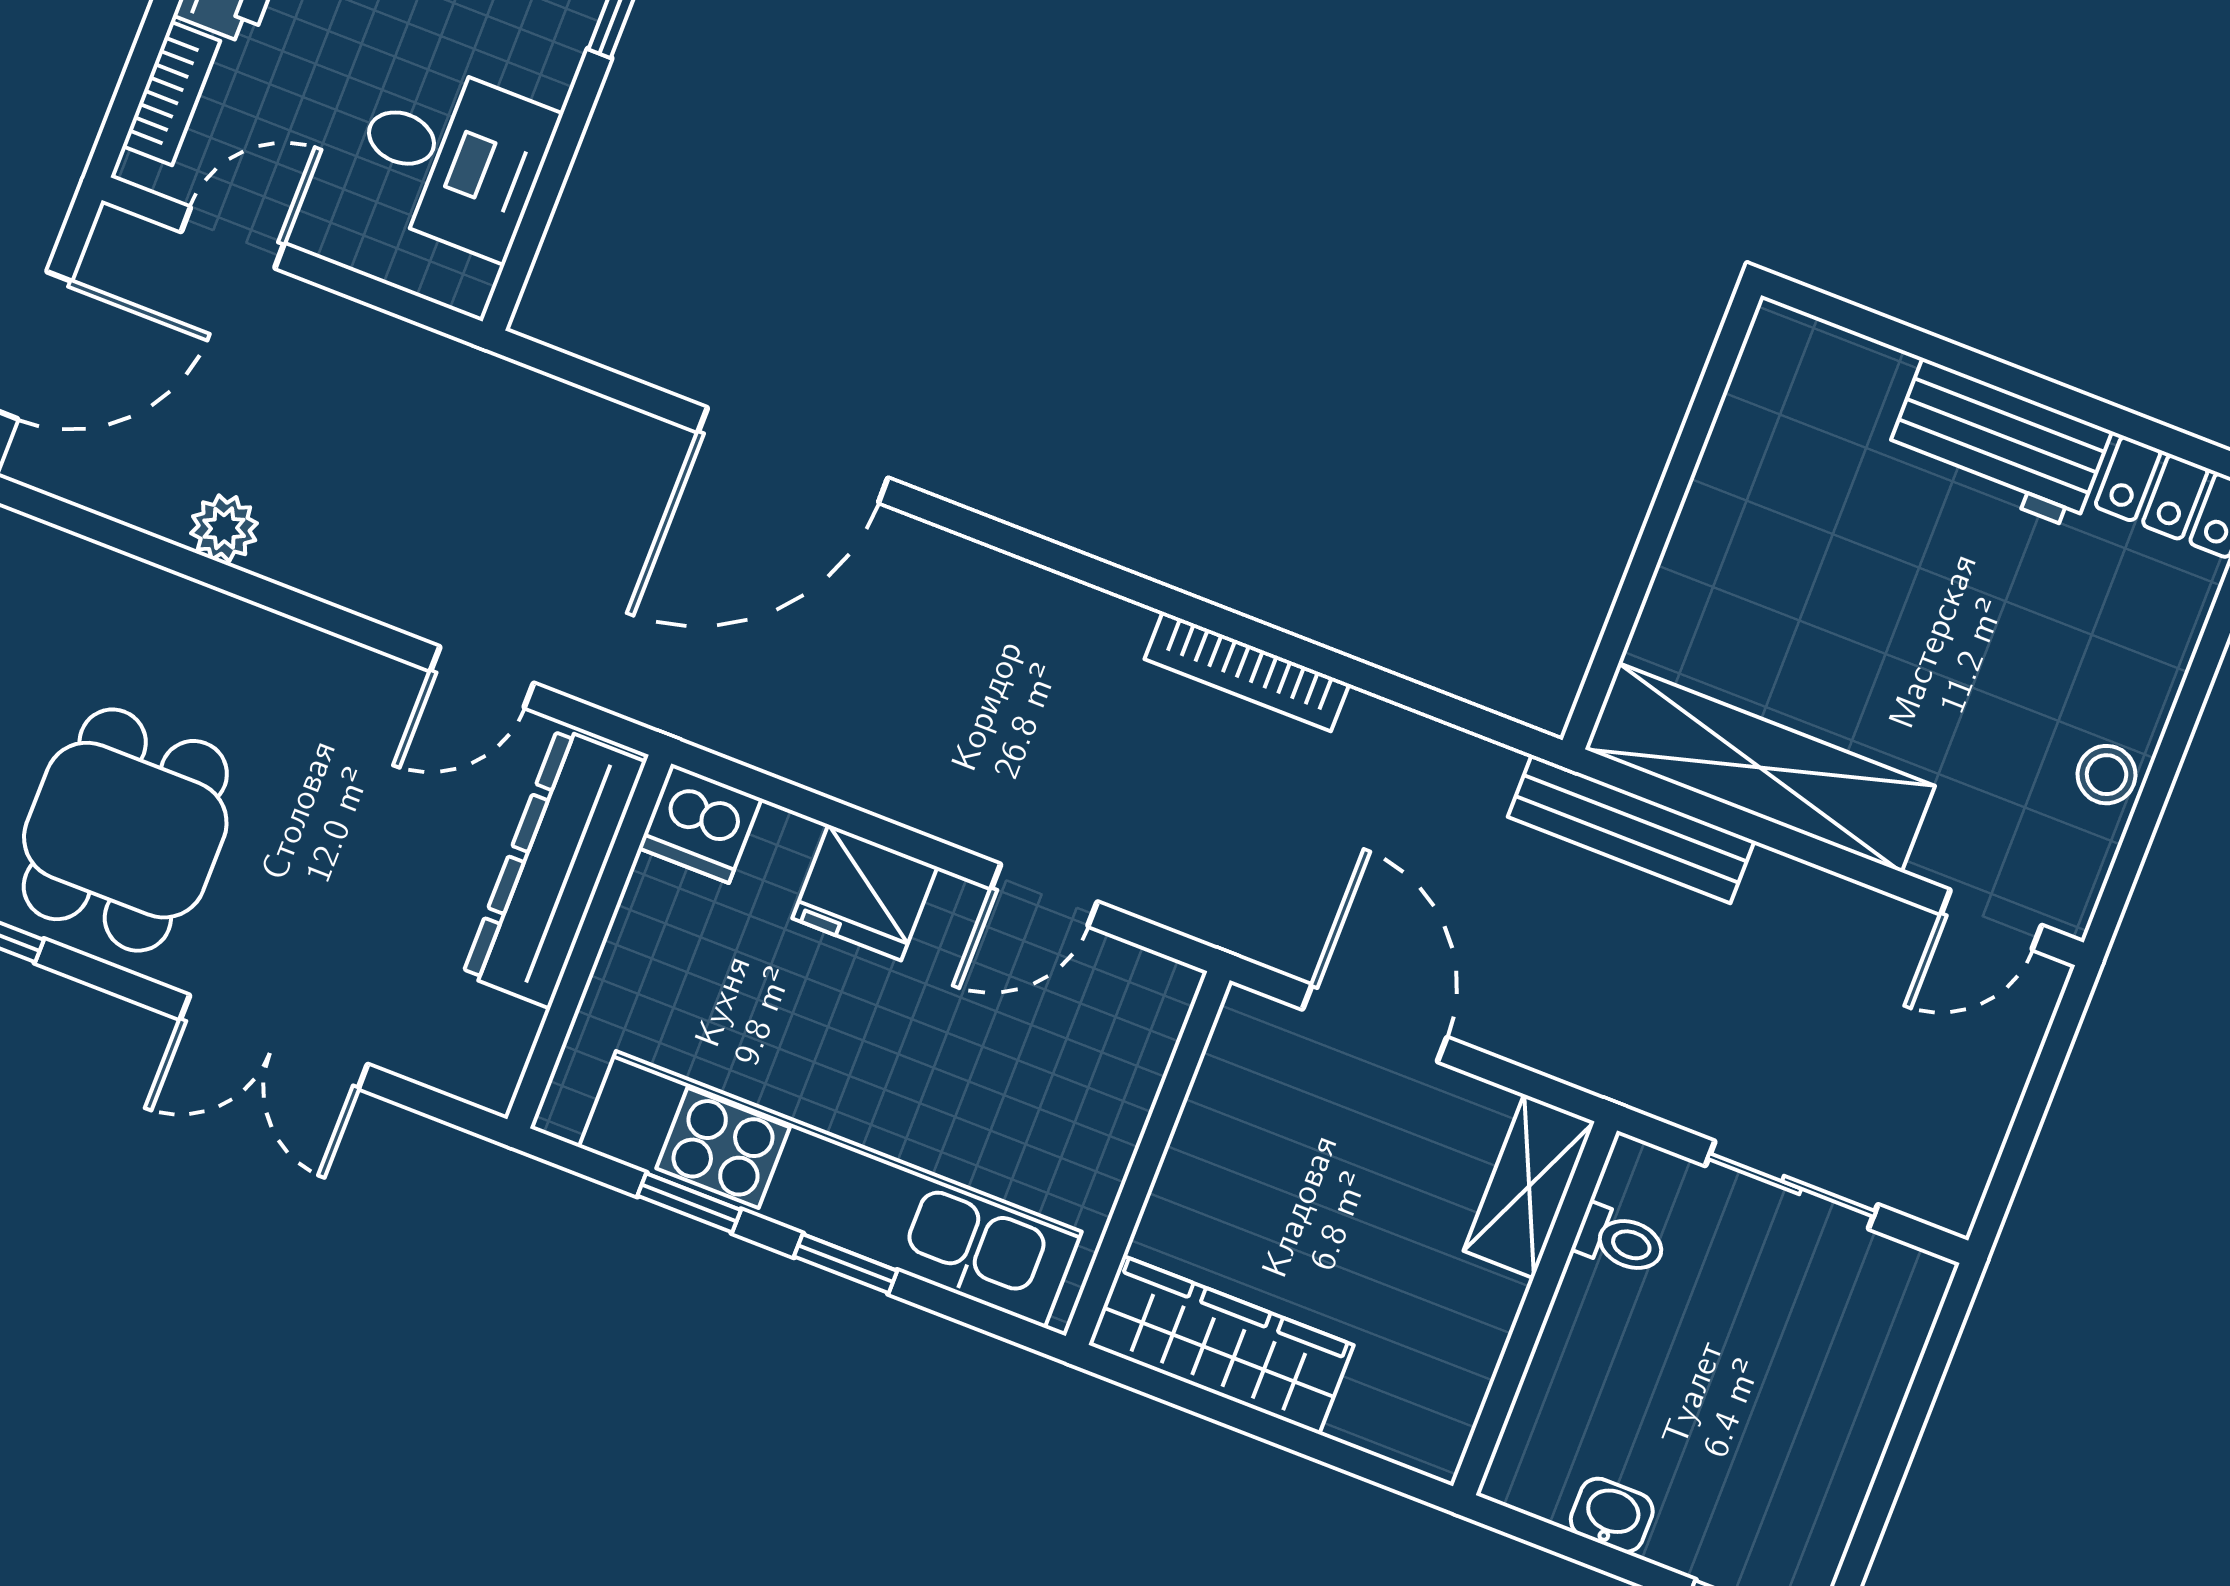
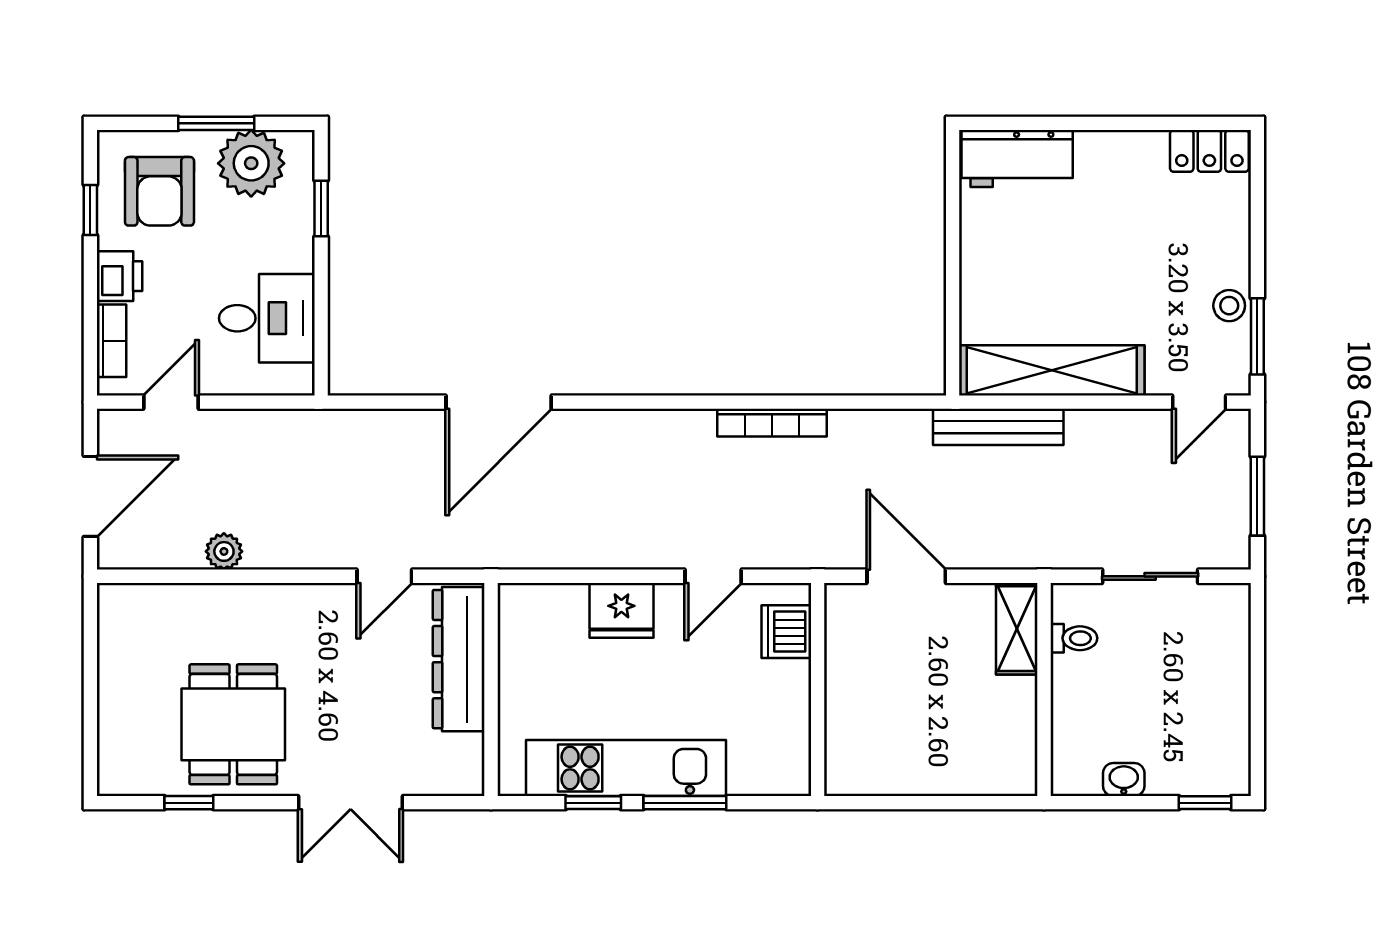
workbench: (1998, 443) -> (1017, 159), moved
dishwasher: (700, 823) -> (786, 632), moved, turned 90
window: (2134, 846) -> (1257, 336), added
window: (2028, 1119) -> (1257, 496), added
kitchen unit: (830, 1189) -> (626, 768), width x0.73
window: (846, 1264) -> (685, 803), width x1.50
wardrobe: (1221, 1345) -> (892, 770), removed

